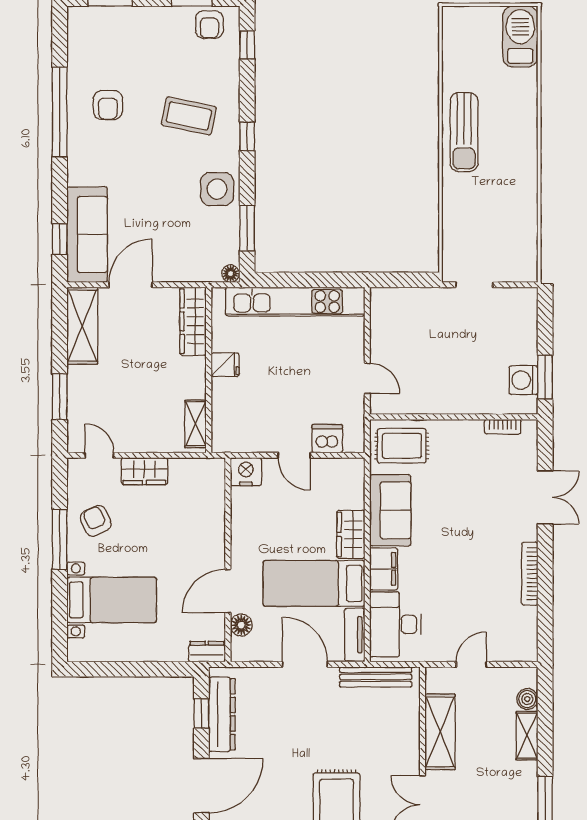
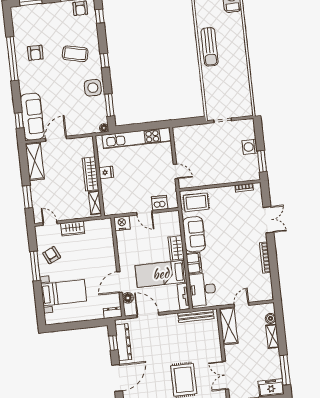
wardrobe: (193, 321) -> (91, 174), moved
washing machine: (523, 380) -> (250, 147), moved
door: (305, 664) -> (148, 315), moved
shelving: (440, 732) -> (229, 326), moved

